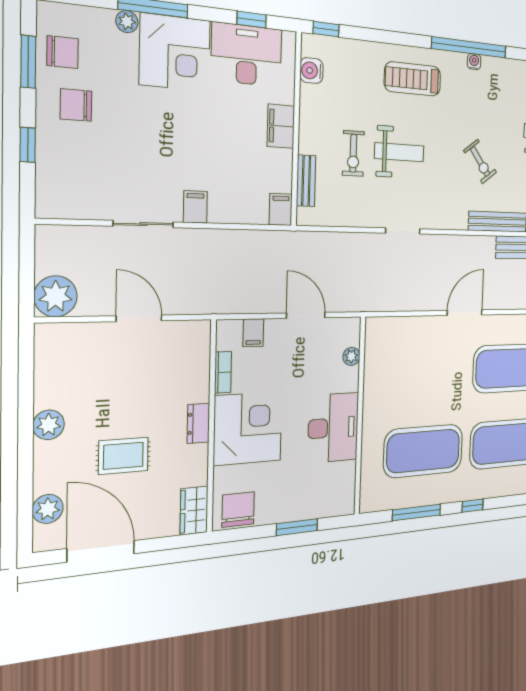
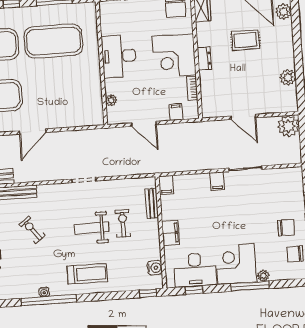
plant: (49, 425) -> (288, 77), moved

